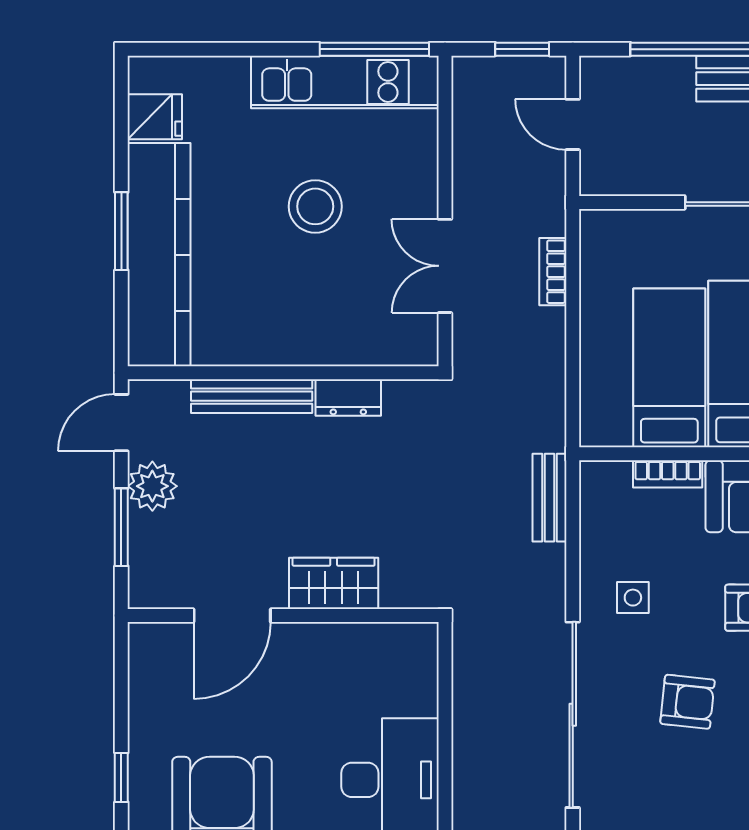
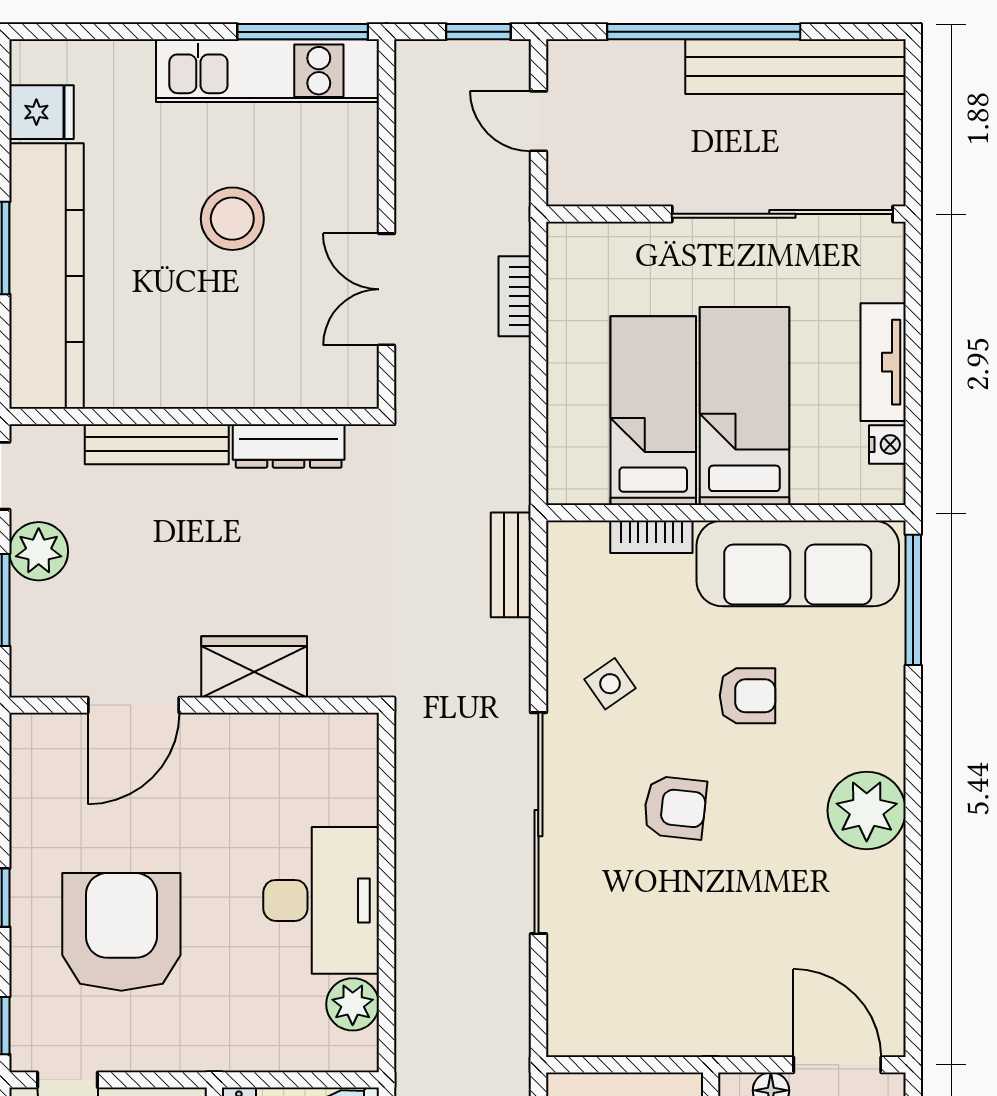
dresser: (348, 398) -> (289, 446), width x1.44
side table: (633, 598) -> (610, 684), turned -35

